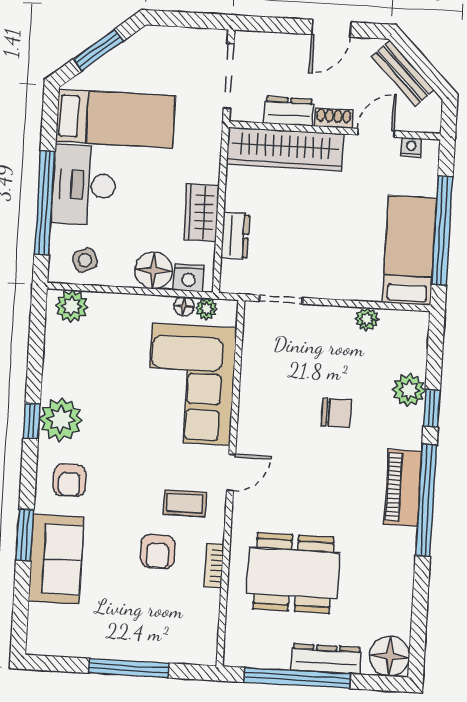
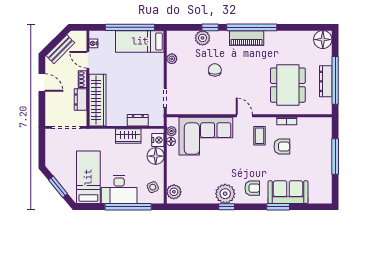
dresser: (326, 659) -> (326, 81), moved

